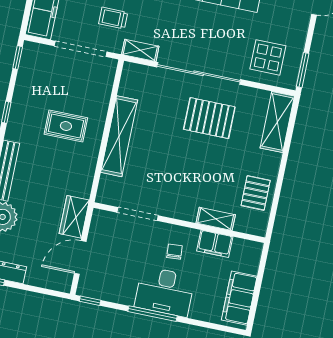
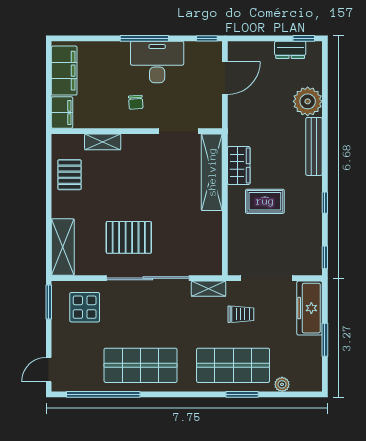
shelving: (119, 136) -> (212, 172), moved
wardrobe: (74, 217) -> (239, 166), moved
filing cabinet: (215, 244) -> (62, 112), moved, turned 90
desk: (165, 292) -> (157, 62), moved

